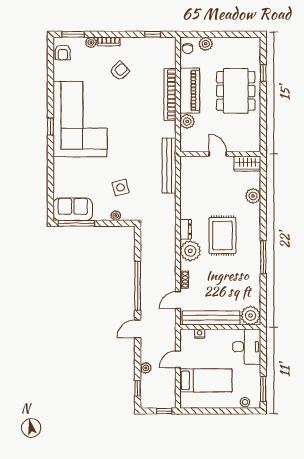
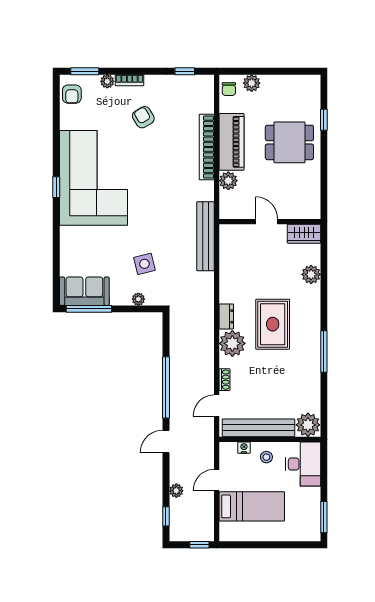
armchair: (120, 71) -> (143, 117), turned -78
dining table: (236, 91) -> (289, 142), width x0.73
stool: (245, 402) -> (266, 457), moved

